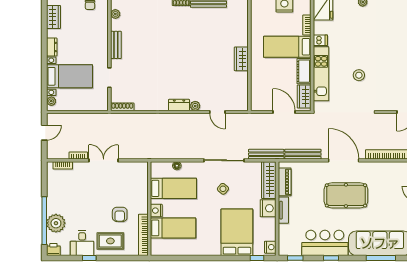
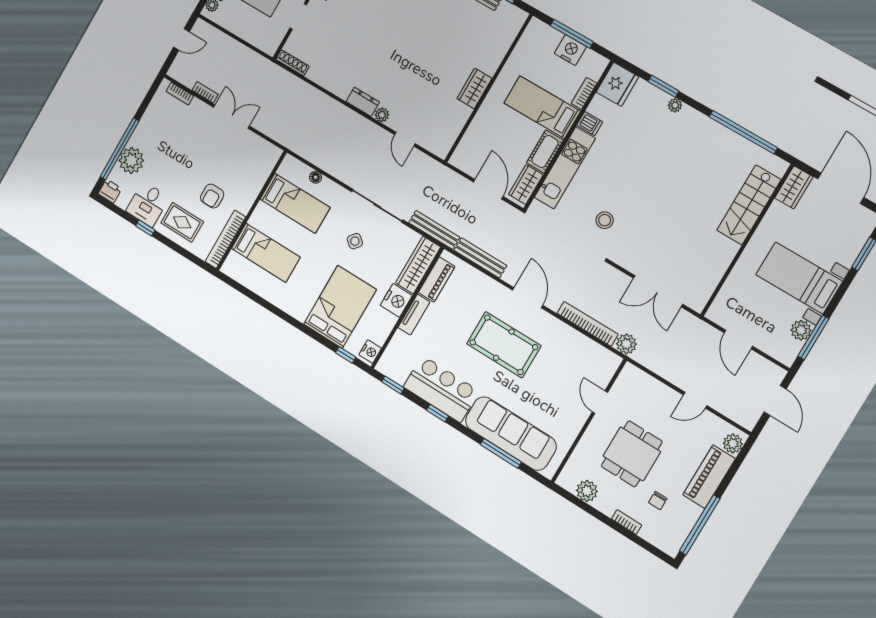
stool: (359, 75) -> (605, 220), moved
door: (344, 160) -> (528, 298), width x0.73
nightstand: (156, 211) -> (258, 218), removed

